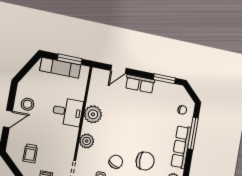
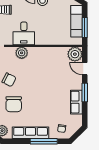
window: (164, 79) -> (85, 92), moved
row of seats: (140, 84) -> (76, 102), moved
desk: (68, 112) -> (24, 33), moved
plant: (93, 114) -> (75, 54), moved

